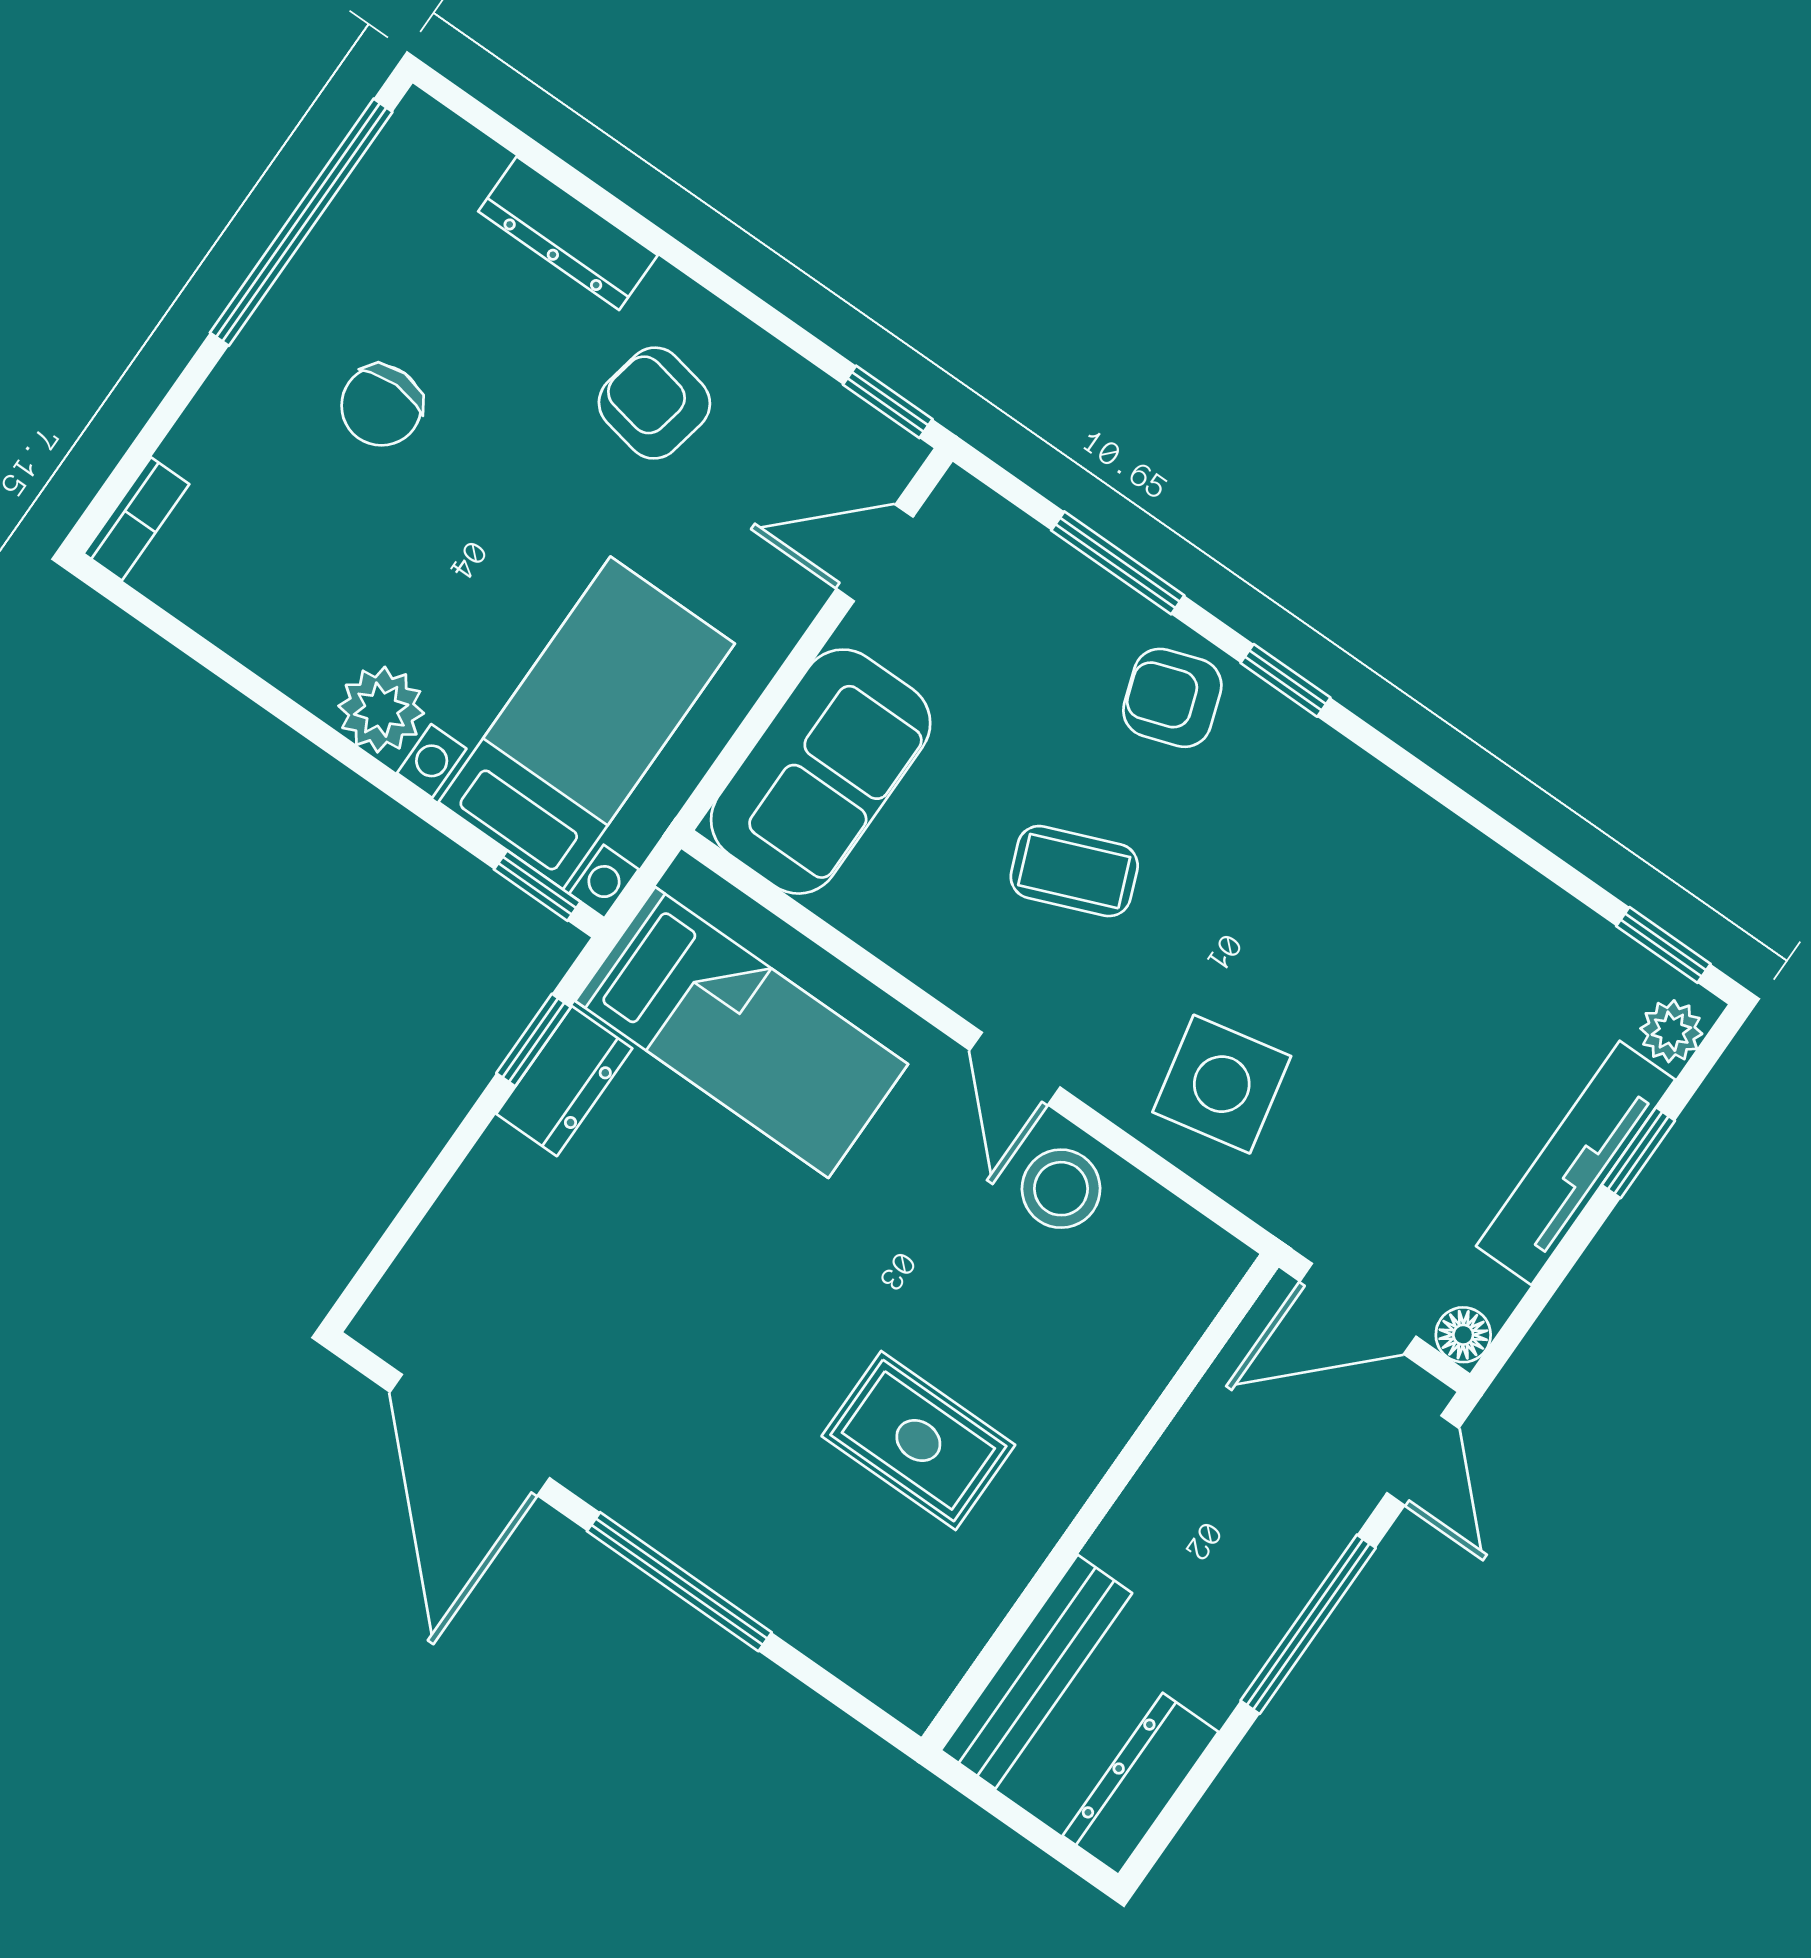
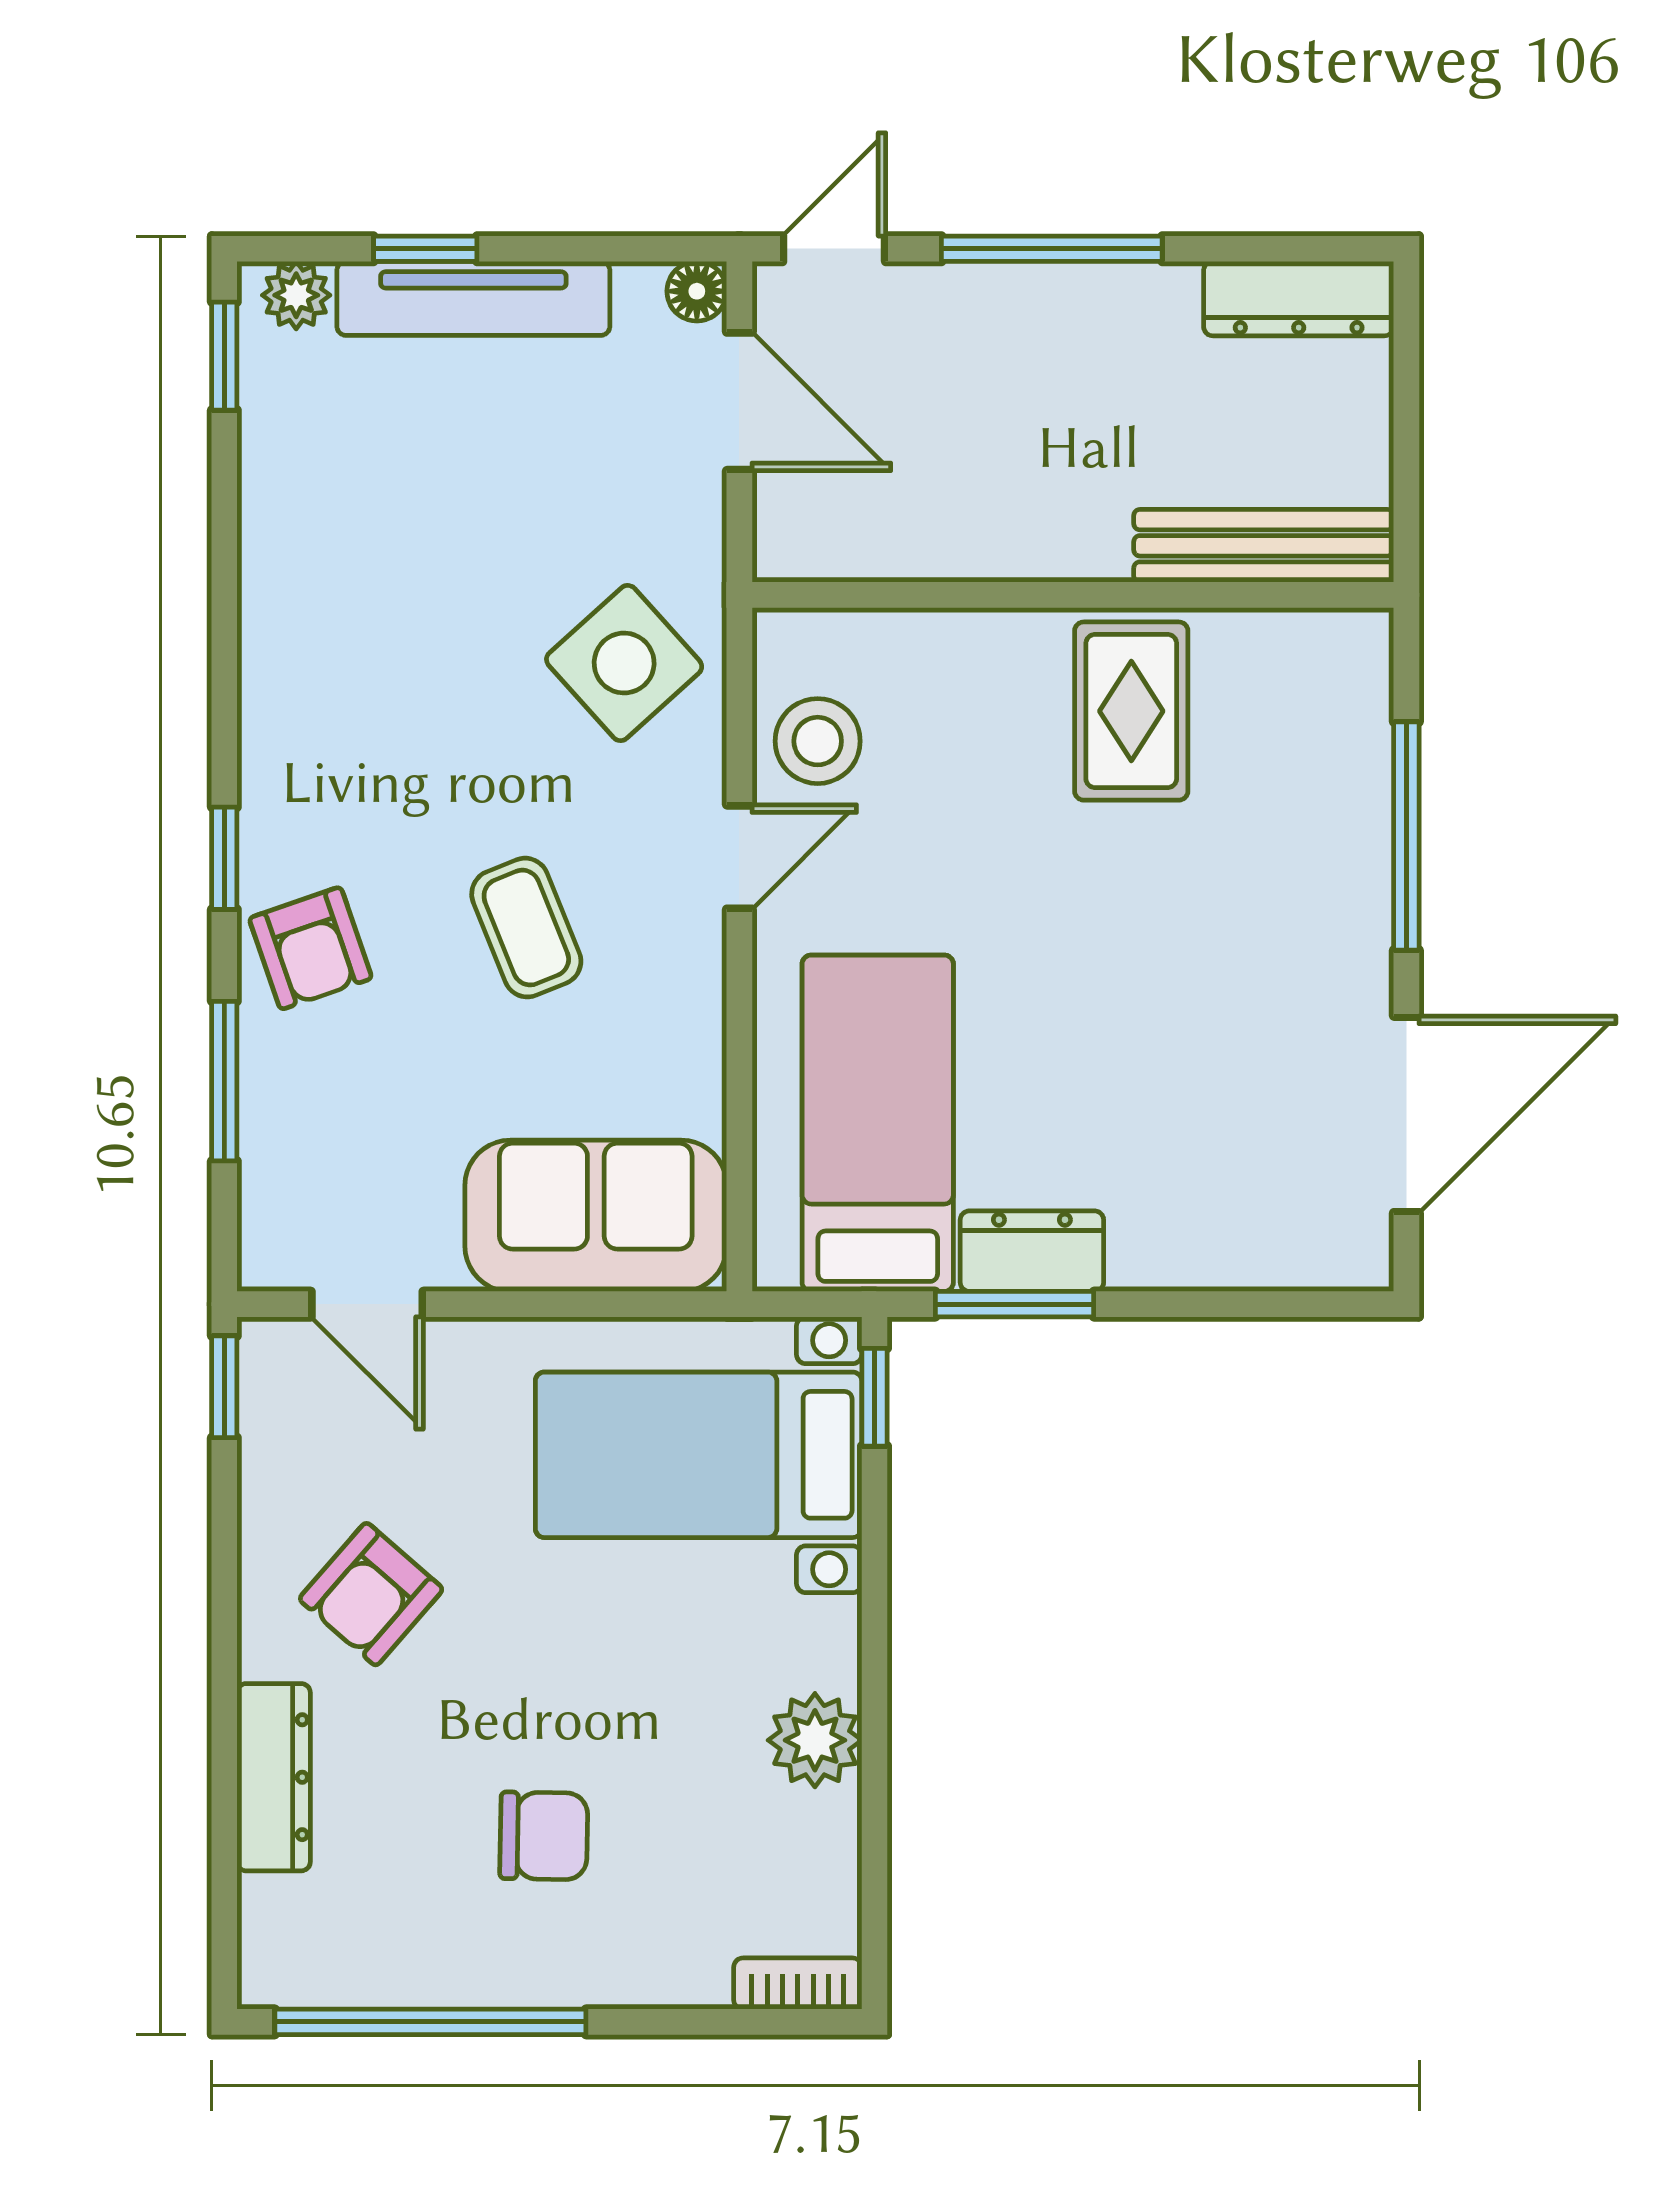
armchair: (654, 403) -> (371, 1594), turned 30
plant: (381, 710) -> (815, 1740), moved
window: (533, 1040) -> (1015, 1304), width x1.50
side table: (1222, 1084) -> (624, 663), turned -30
wall: (1100, 1502) -> (1073, 595), moved
bench: (1036, 1672) -> (1264, 546), moved

